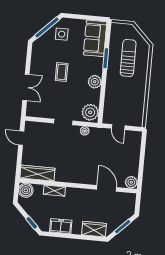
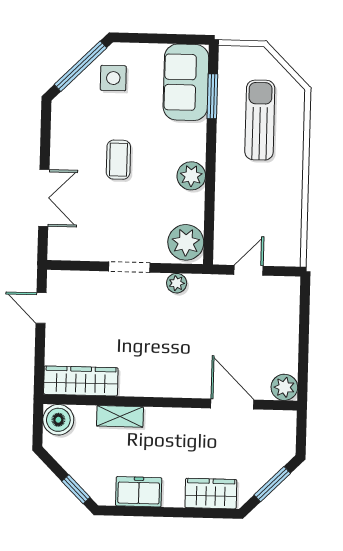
window: (106, 58) -> (212, 96), moved
door: (118, 127) -> (248, 270), swing flipped

